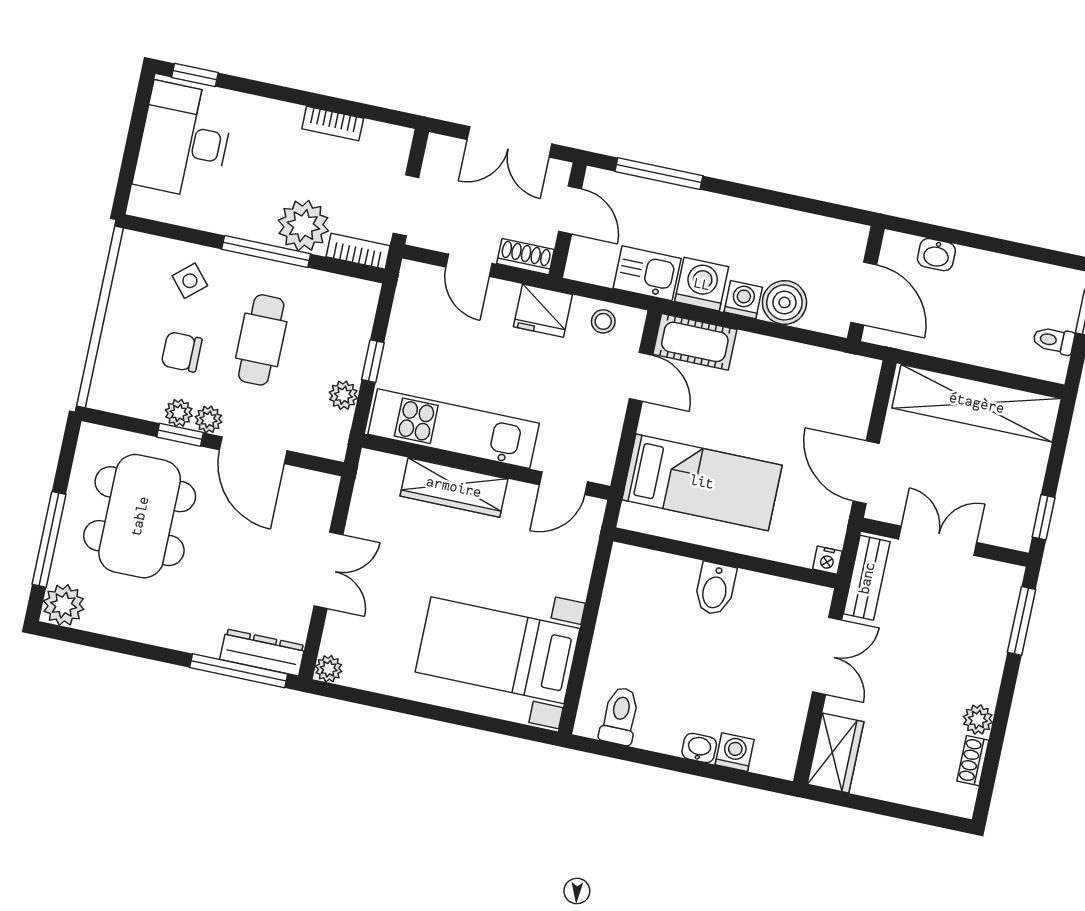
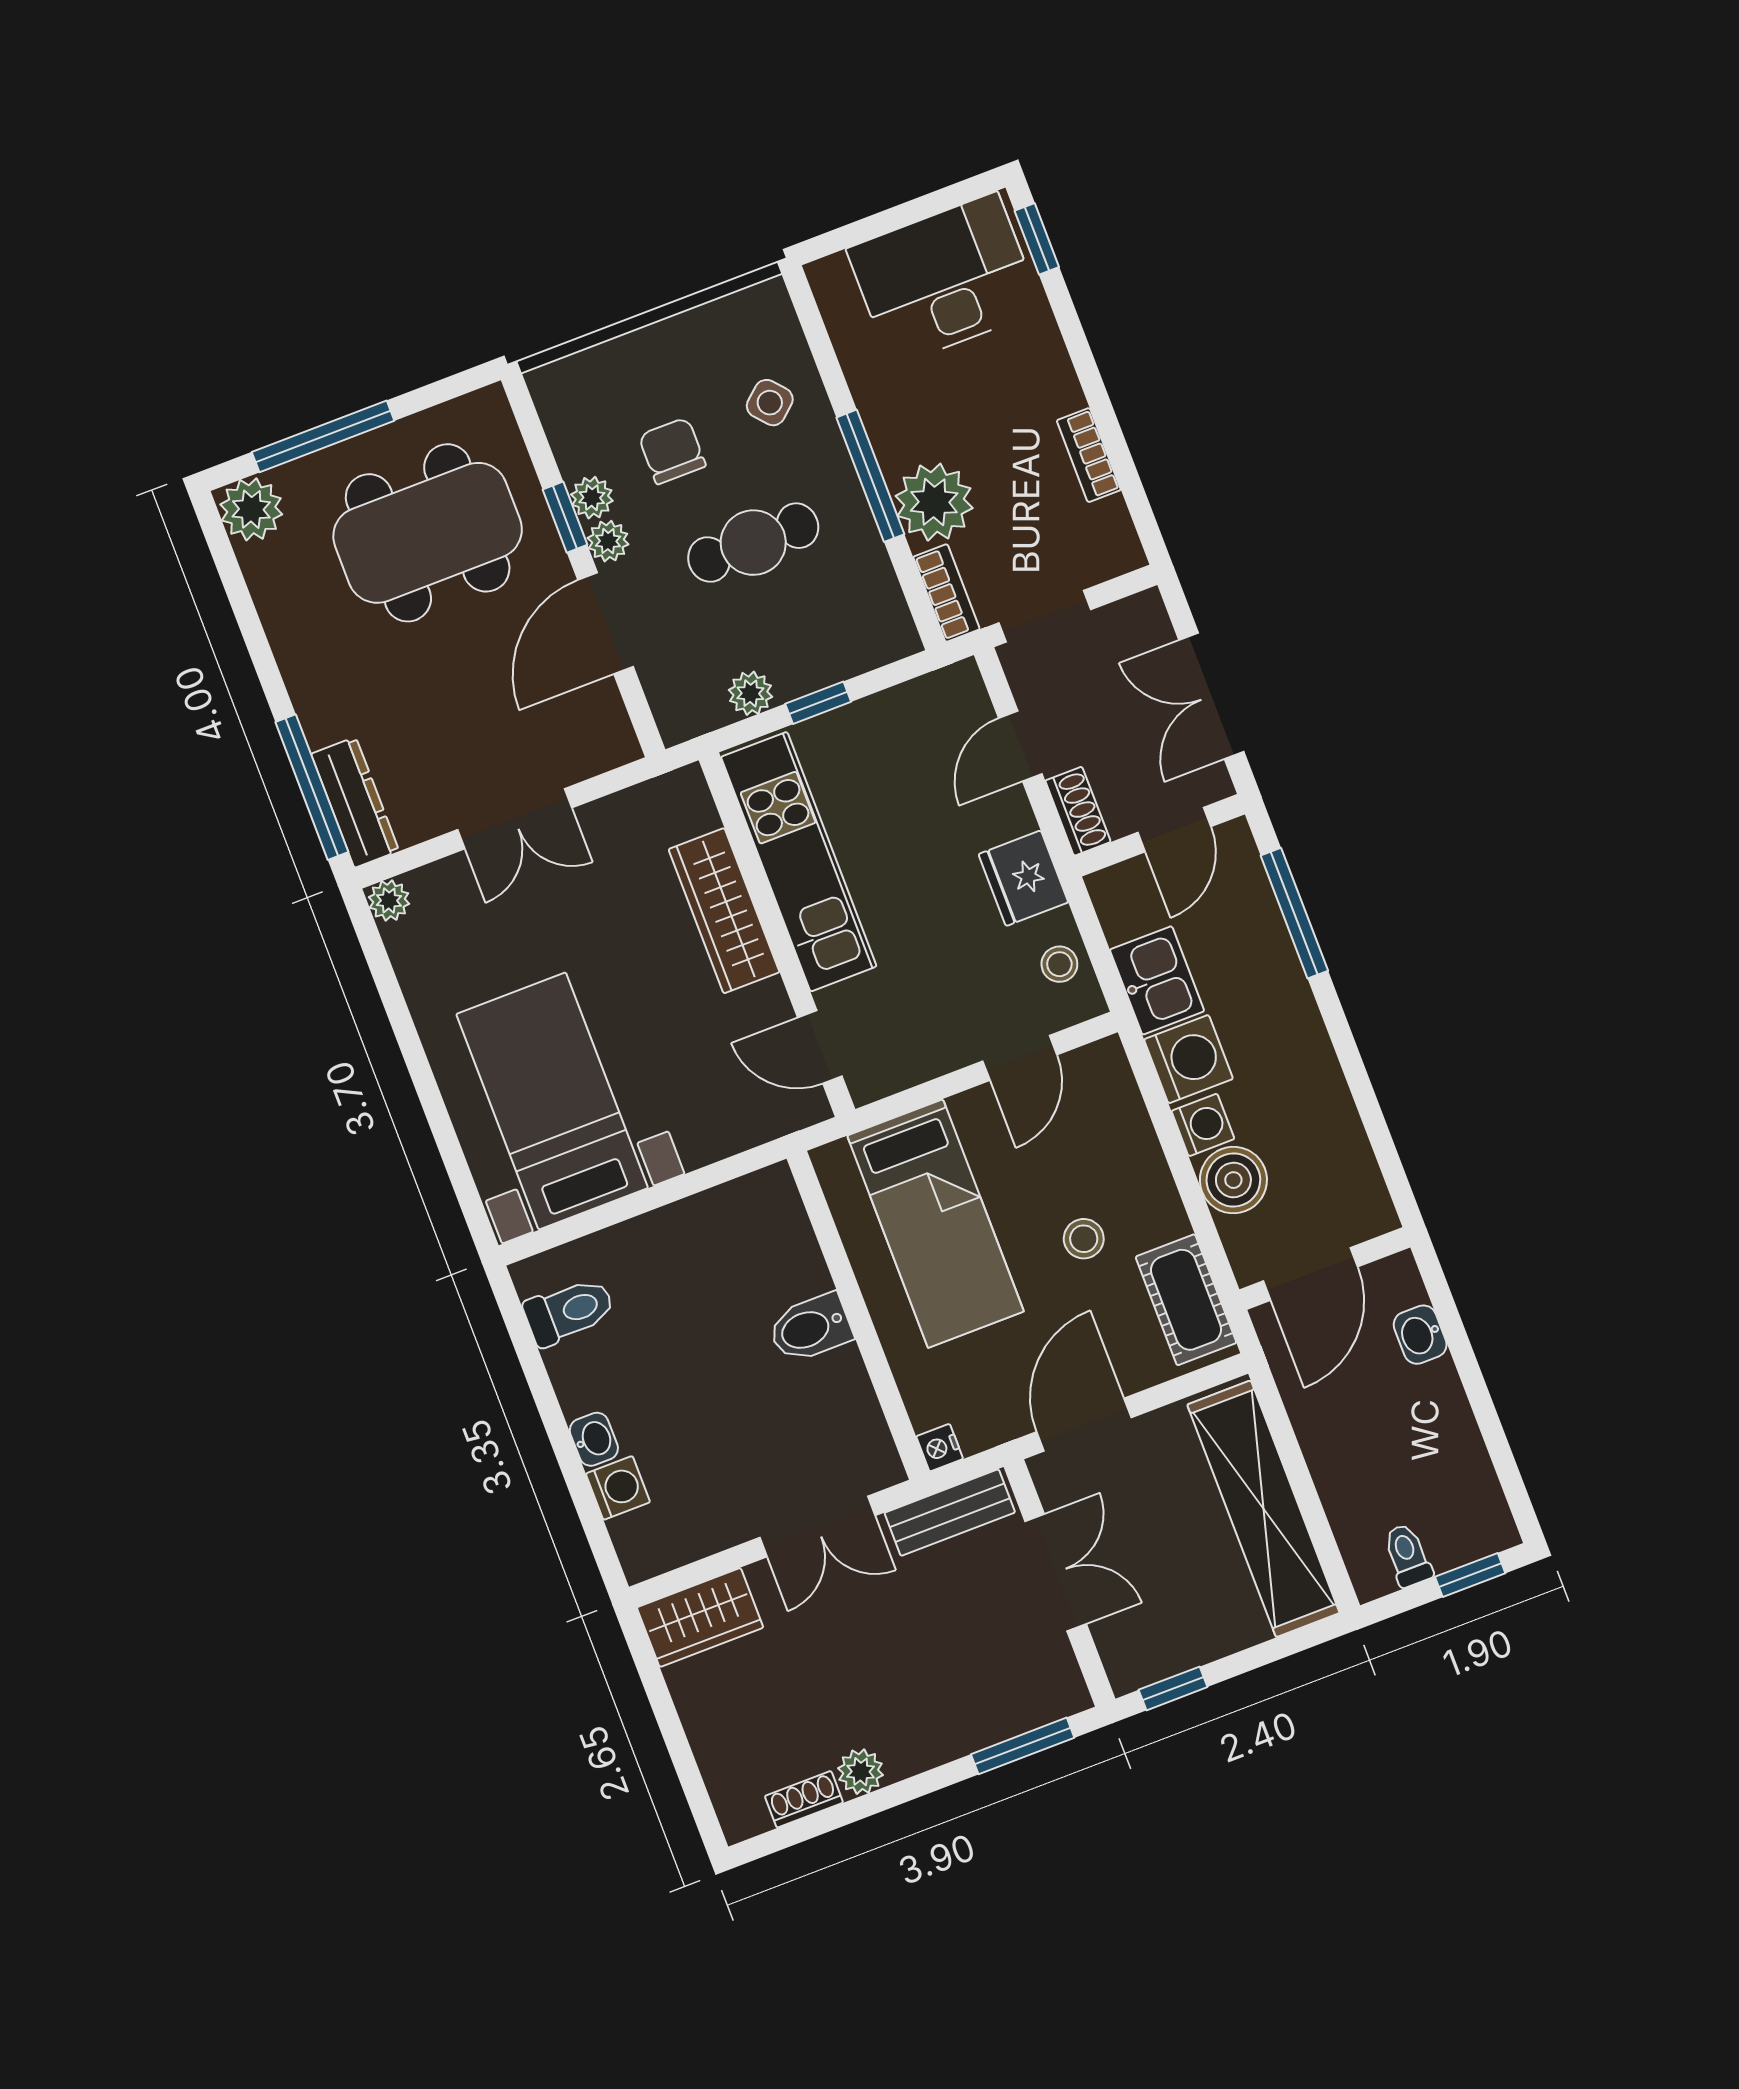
cot: (695, 342) -> (1186, 1300), moved
stool: (763, 406) -> (1084, 1239), added

